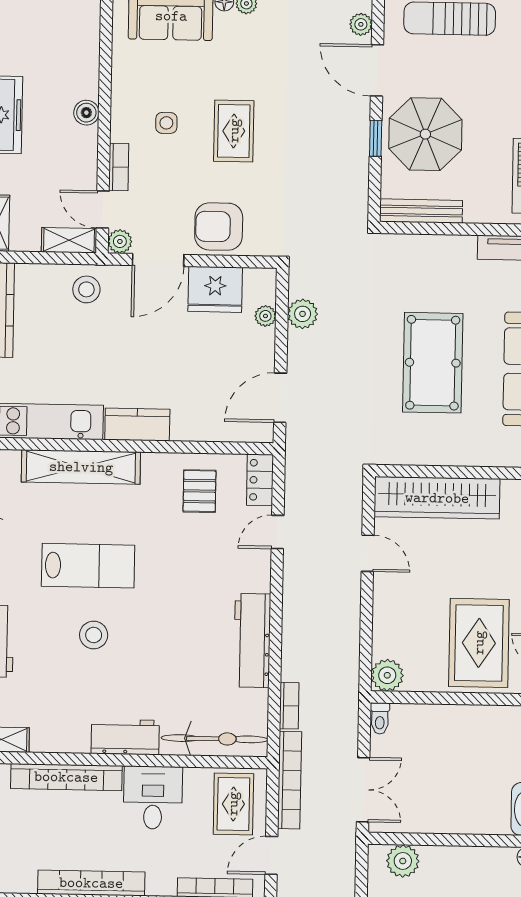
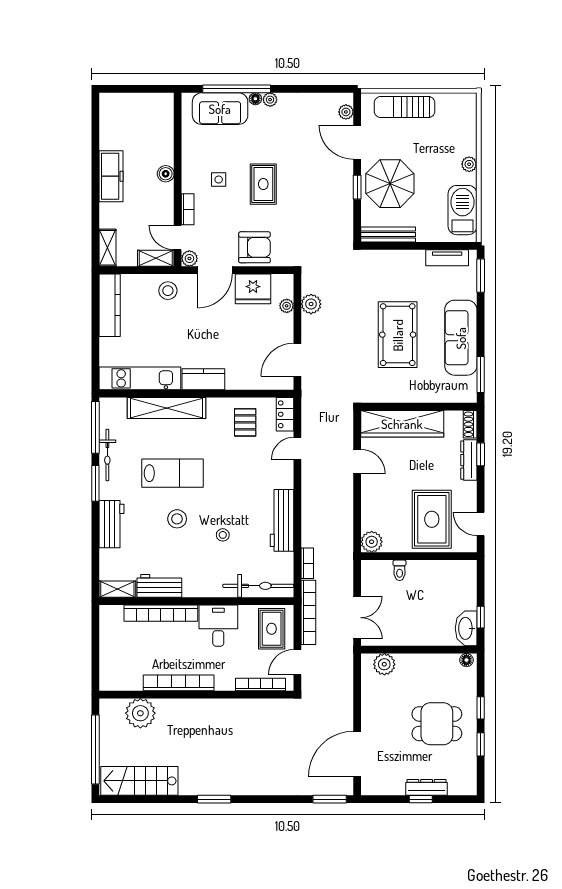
armchair: (219, 227) -> (255, 247), turned 180
stool: (162, 661) -> (223, 535), added
toilet: (380, 718) -> (400, 570), moved
workbench: (125, 737) -> (159, 586), moved

